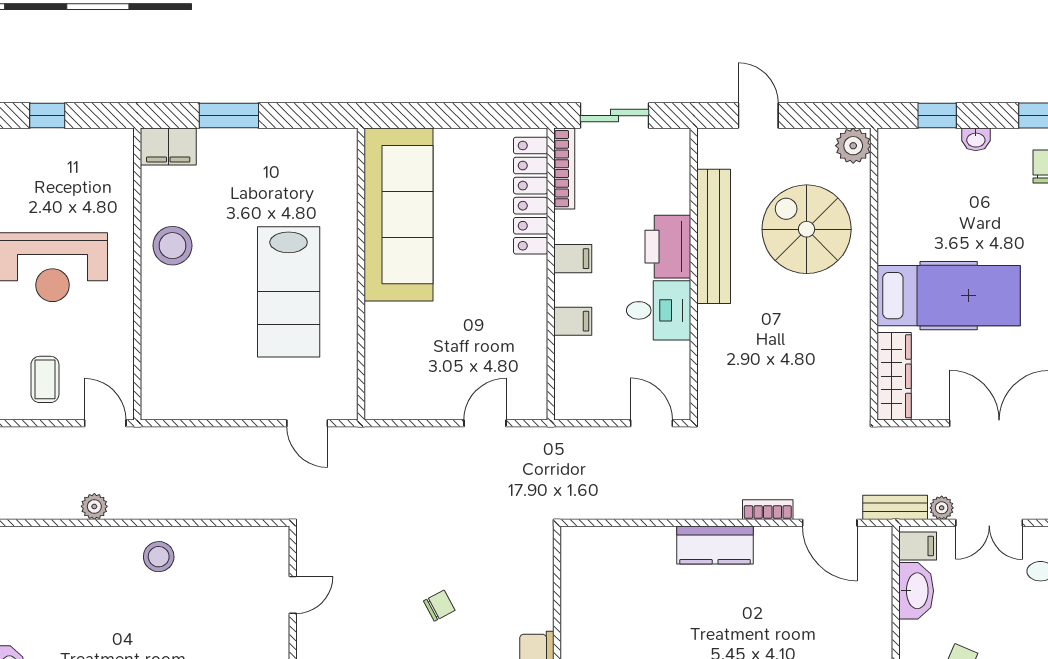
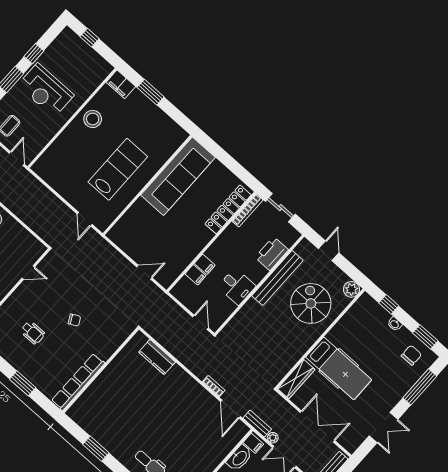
printer: (668, 247) -> (272, 253), moved
filing cabinet: (573, 259) -> (195, 275), moved
lab bench: (289, 292) -> (118, 169), turned 180
kitchen counter: (715, 545) -> (157, 357), moved

